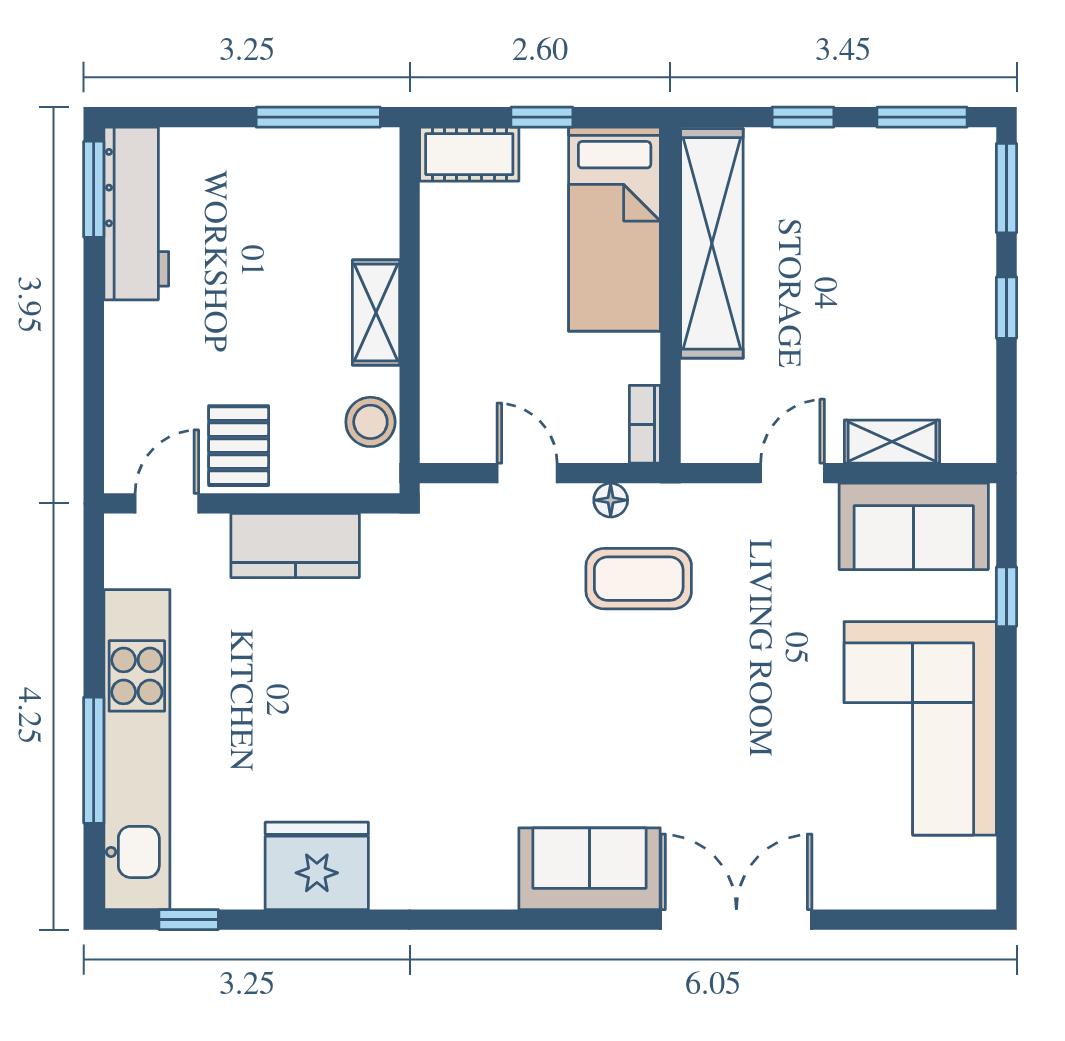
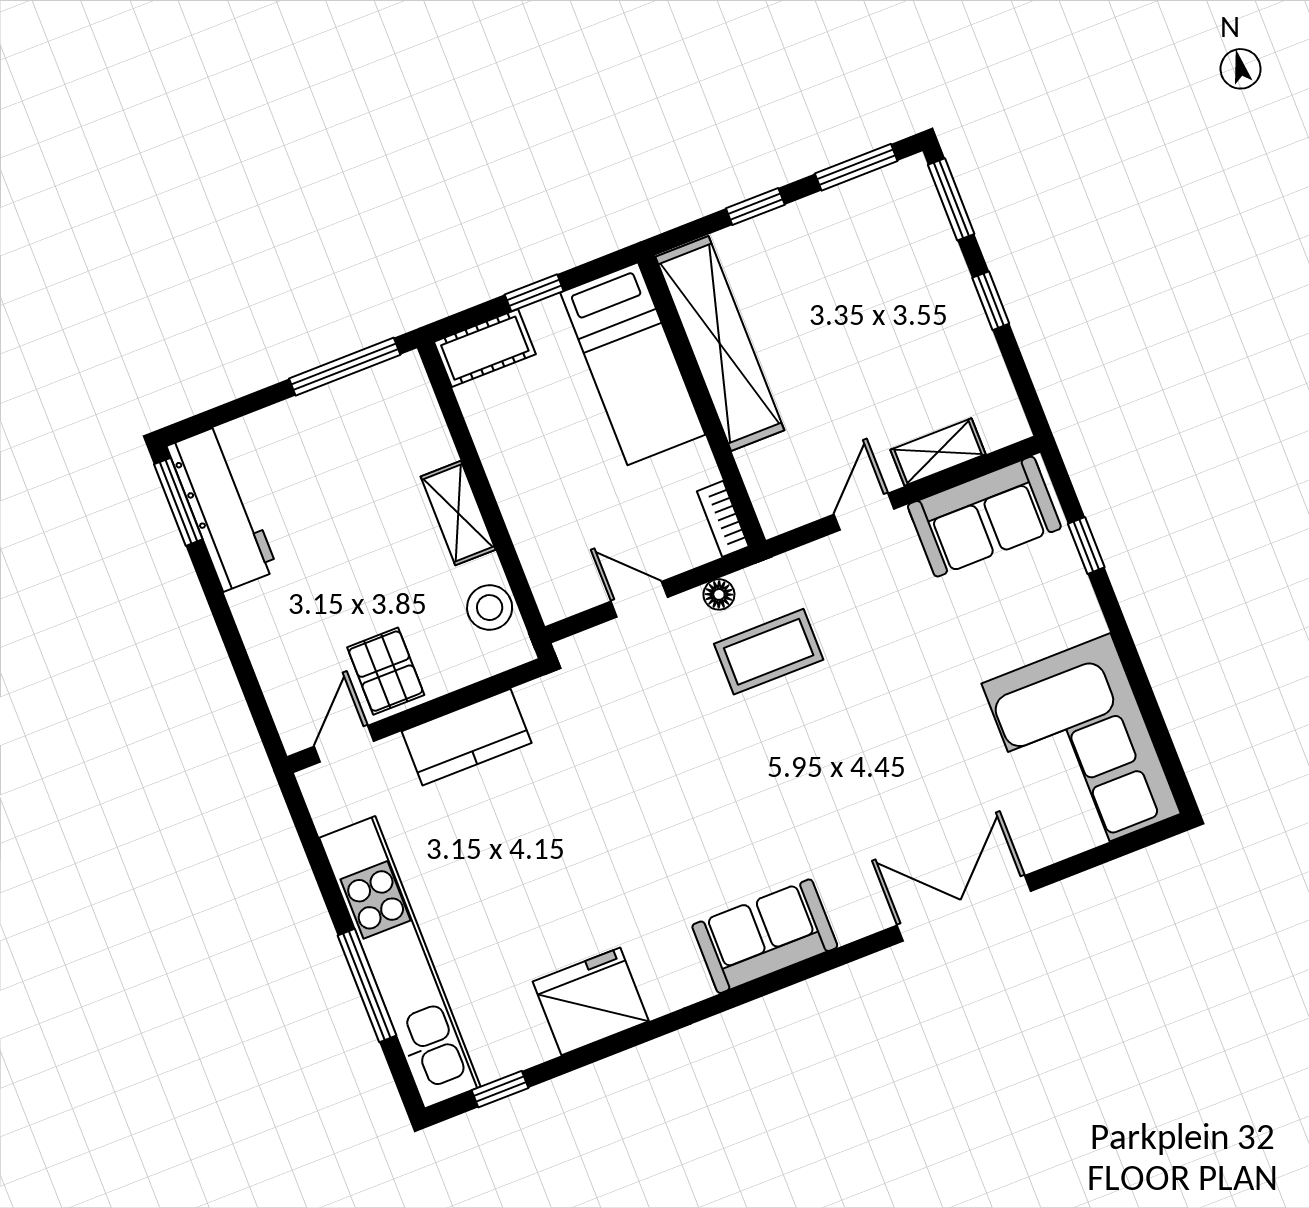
corner sofa: (920, 728) -> (1081, 749), moved
sofa: (589, 869) -> (765, 936), moved

